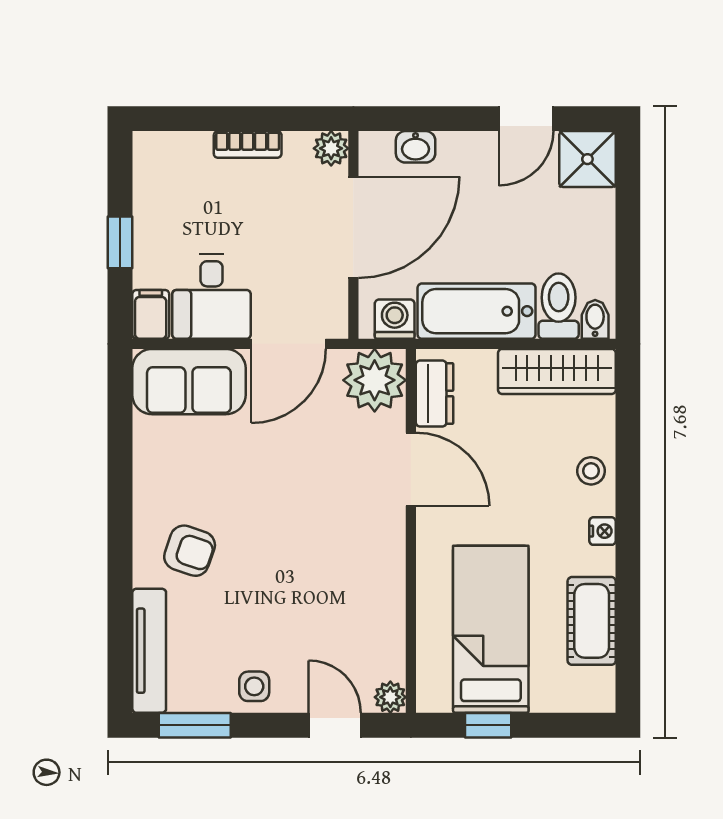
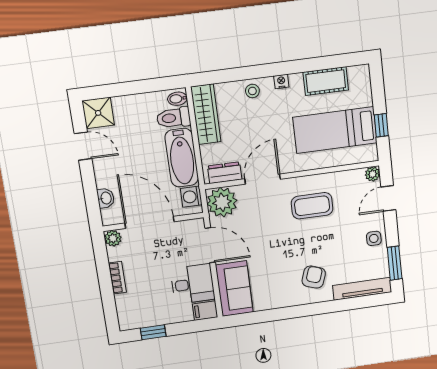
window: (120, 242) -> (153, 332), moved
coffee table: (341, 564) -> (312, 206), added

